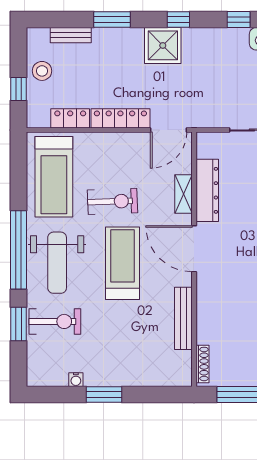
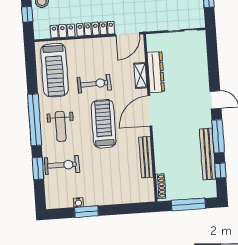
door: (194, 249) -> (150, 111), hinge flipped
weight bench: (57, 263) -> (61, 126), width x0.73, depth x0.75
window: (104, 395) -> (86, 212), moved

